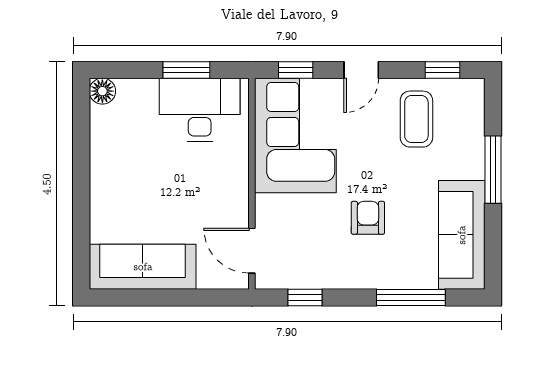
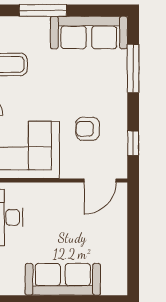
armchair: (368, 218) -> (88, 129), moved
sofa: (143, 267) -> (63, 279), moved, turned 90

